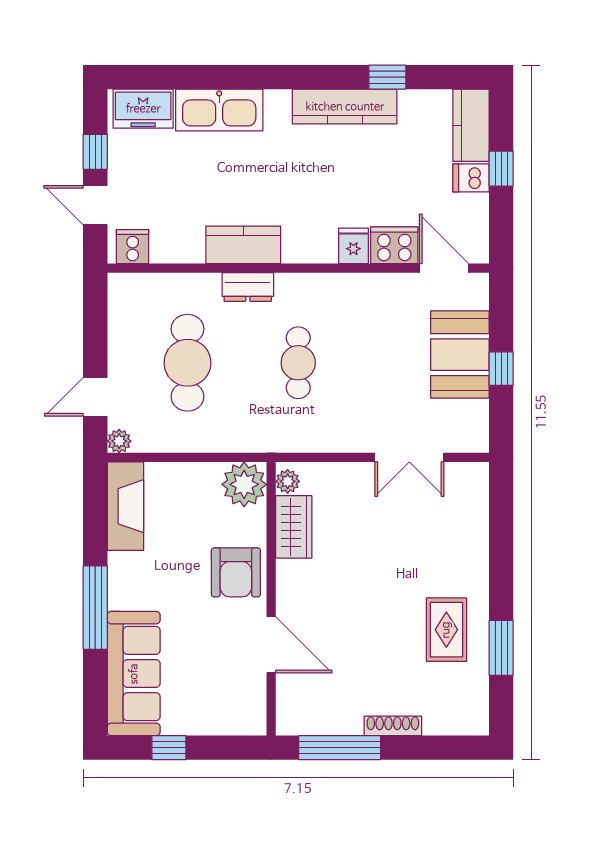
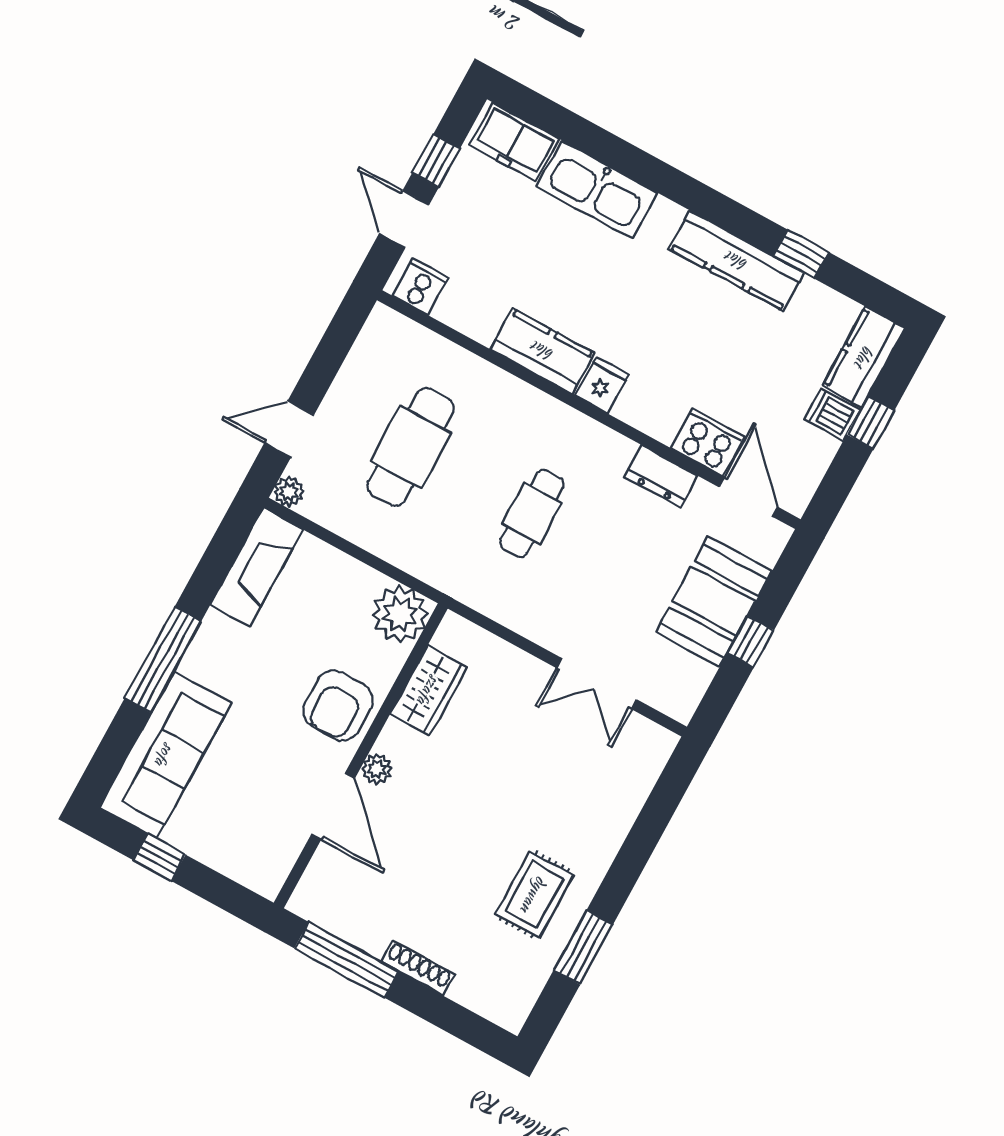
fridge: (353, 246) -> (602, 385), moved
dresser: (248, 287) -> (661, 476), moved
plant: (288, 481) -> (377, 769), moved

